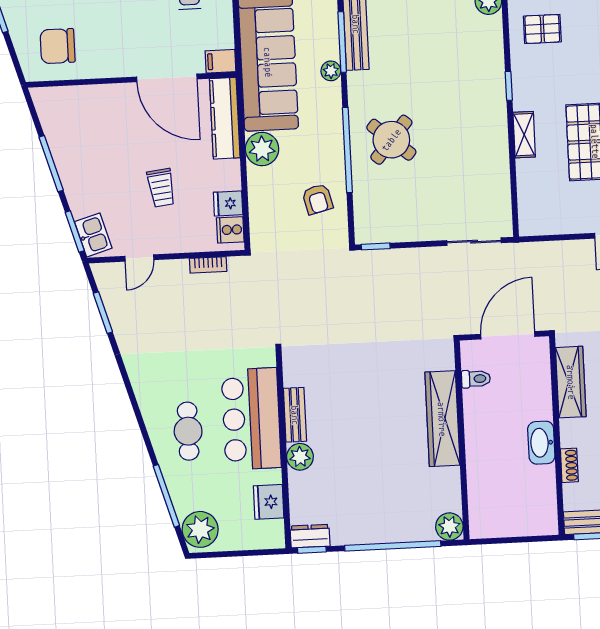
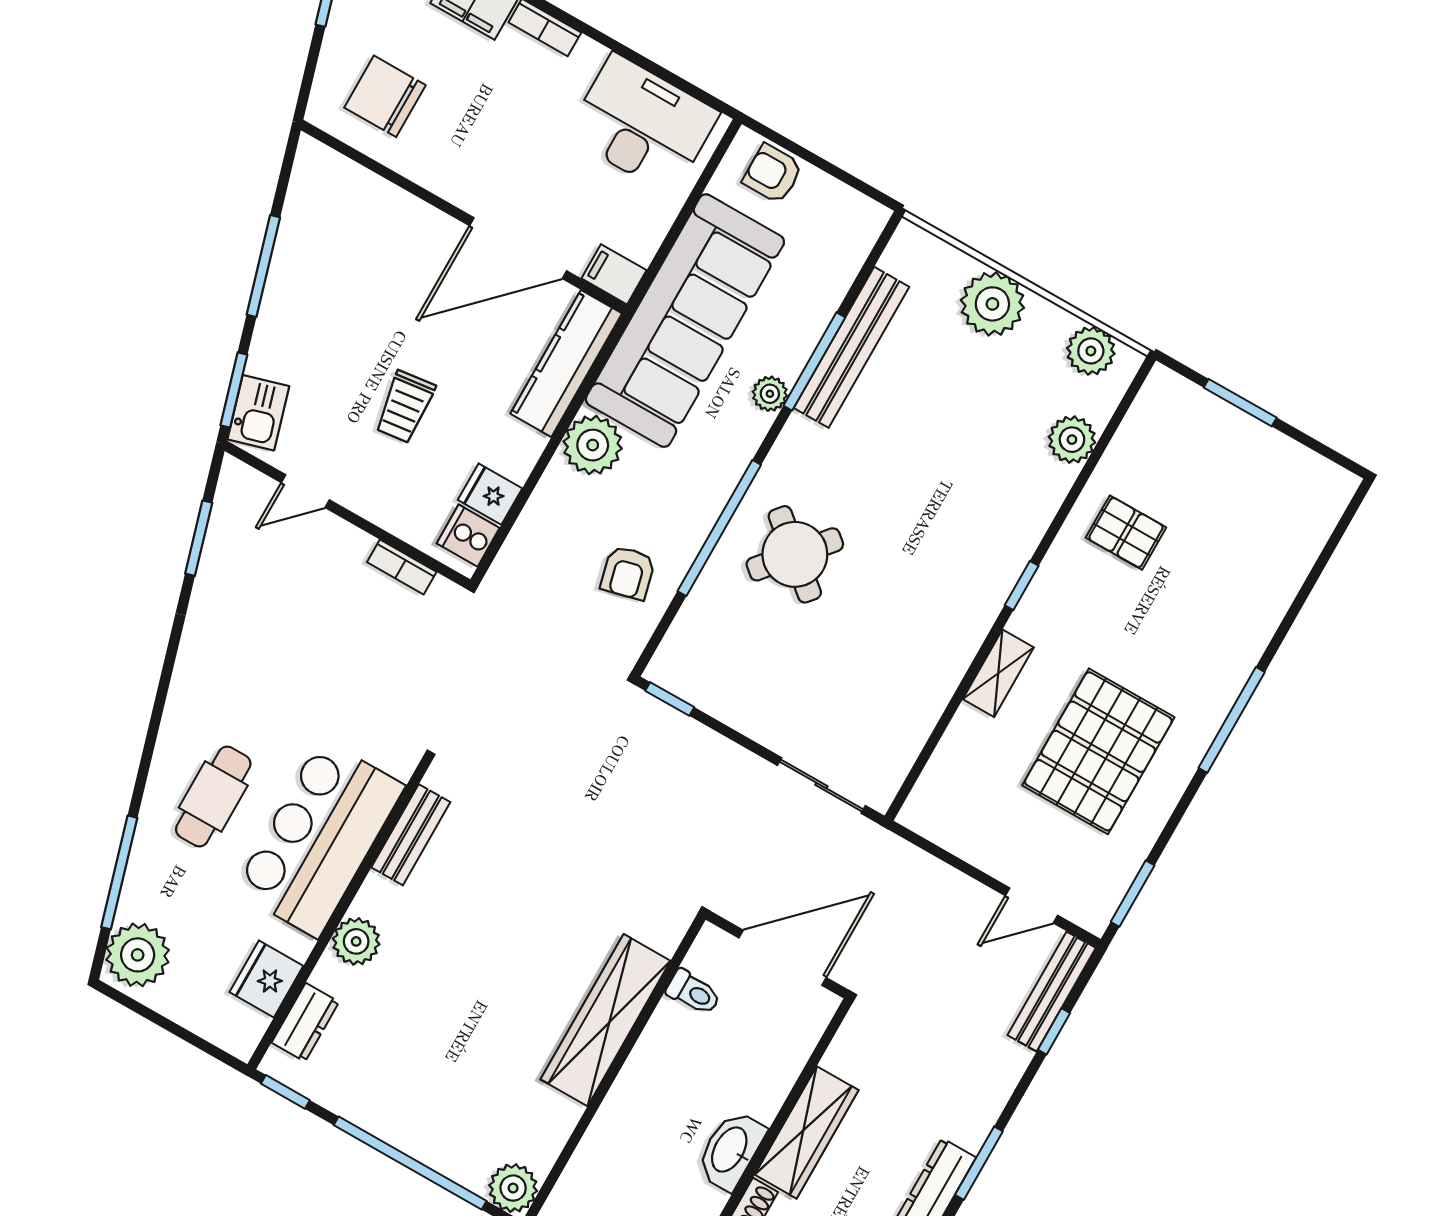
door: (167, 78) -> (518, 248), hinge flipped
wardrobe: (571, 382) -> (807, 1132), moved
bench: (295, 415) -> (411, 835), moved
dresser: (310, 536) -> (305, 1022), moved, turned 90

